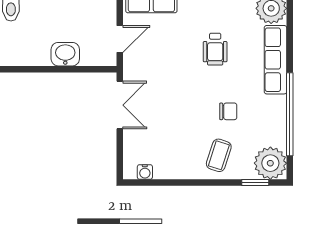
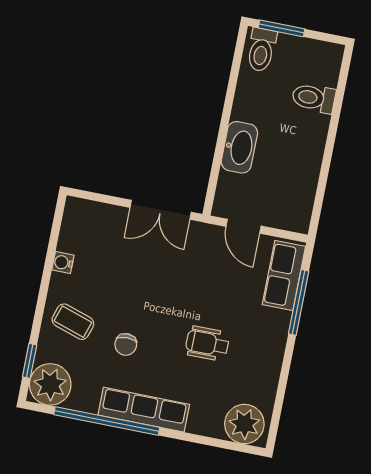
washbasin: (65, 54) -> (239, 147), width x1.38
row of seats: (275, 60) -> (144, 410), moved
water cooler: (145, 172) -> (63, 263), moved

